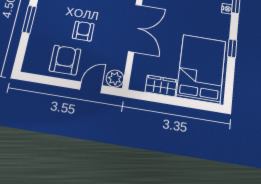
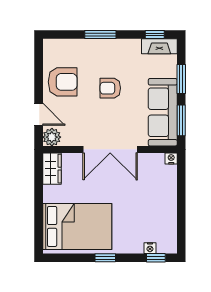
armchair: (83, 31) -> (110, 88), moved, turned 180
wardrobe: (161, 86) -> (52, 169), moved

